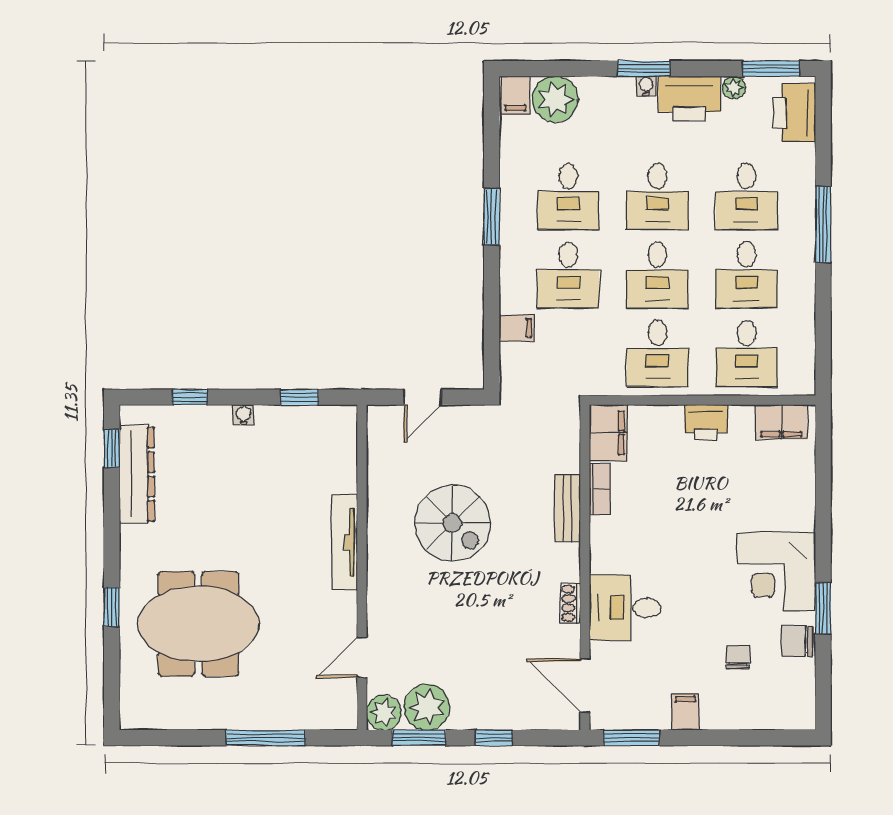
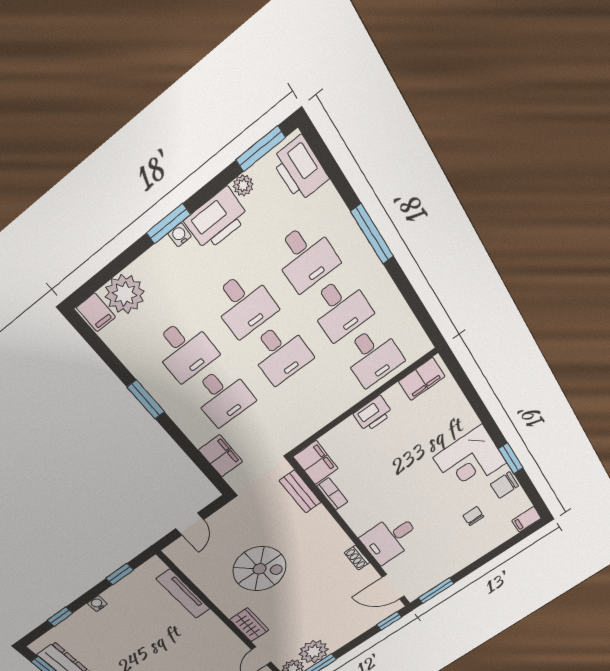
filing cabinet: (517, 328) -> (221, 456), width x2.00
desk: (657, 353) -> (314, 398), removed
bench: (568, 508) -> (300, 492), moved
tv unit: (345, 542) -> (183, 594), moved
wardrobe: (383, 596) -> (249, 625), added
filing cabinet: (685, 712) -> (526, 519), moved, turned -90
window: (494, 738) -> (389, 621), moved

